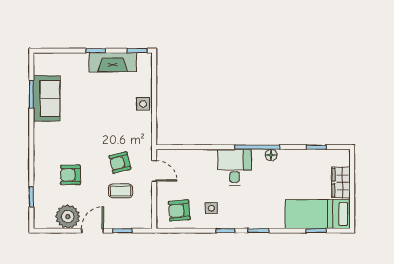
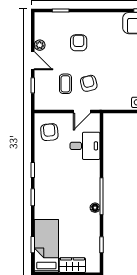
desk: (234, 167) -> (85, 146), moved
side table: (211, 208) -> (51, 159), removed
plant: (68, 217) -> (40, 45), width x0.53, depth x0.53

